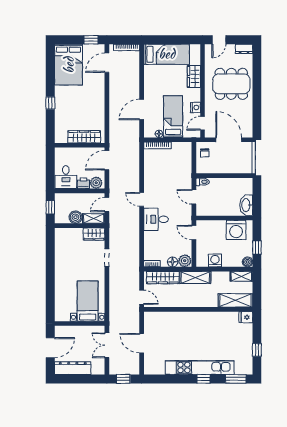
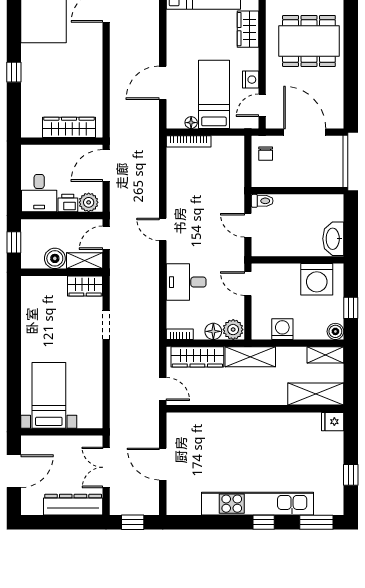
desk: (156, 219) -> (186, 282), moved
bed with nightstands: (88, 301) -> (49, 395), moved
dresser: (73, 368) -> (73, 505), moved

